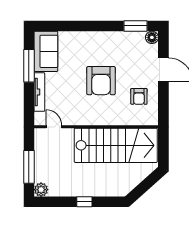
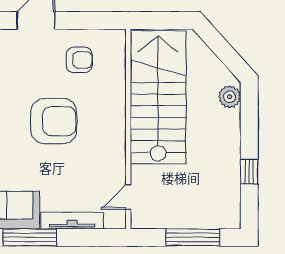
plant: (41, 190) -> (230, 97), moved
window: (84, 202) -> (249, 172), moved

